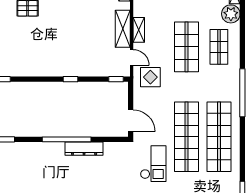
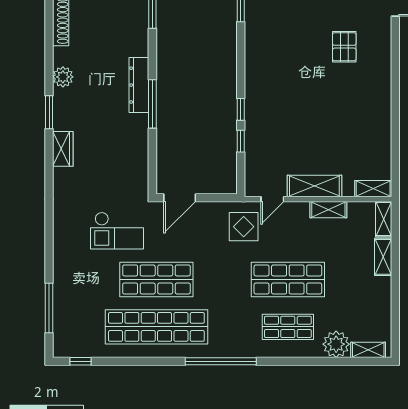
shelving: (139, 30) -> (328, 210), moved
window: (116, 79) -> (241, 141), moved
shop shelf: (187, 137) -> (156, 279), width x0.71
window: (67, 139) -> (152, 104), width x0.68
dresser: (84, 149) -> (139, 85), moved

